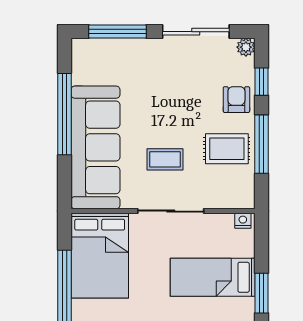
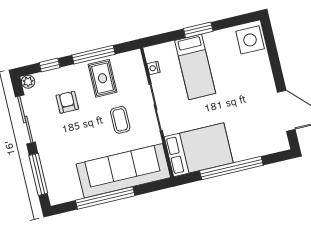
armchair: (236, 100) -> (67, 102), moved, turned 90
nightstand: (243, 221) -> (154, 68), moved

